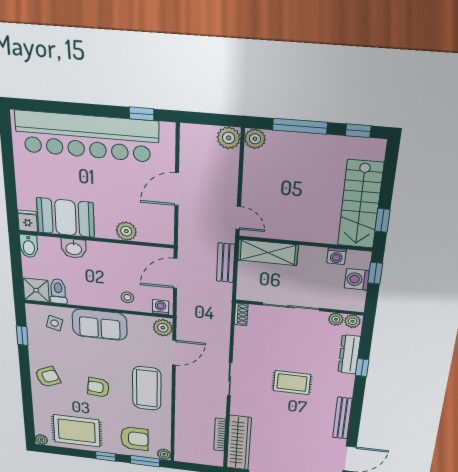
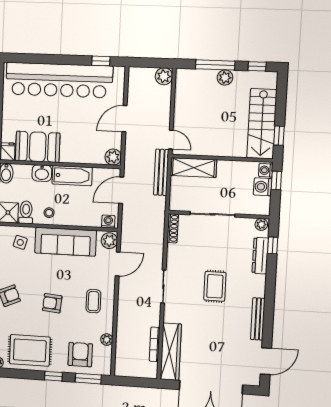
plant: (255, 139) -> (225, 78), moved
plant: (126, 231) -> (113, 157), moved
bathtub: (112, 253) -> (72, 176), added
washing machine: (336, 256) -> (266, 170), moved, turned 90
bench: (226, 263) -> (161, 172), width x1.36
stool: (127, 297) -> (49, 213), moved
shoe rack: (241, 314) -> (173, 228), width x1.43
plant: (336, 319) -> (248, 223), removed
sofa: (100, 325) -> (66, 242), width x1.36
window: (362, 368) -> (273, 245), moved
rug: (292, 383) -> (215, 286), turned 90
coffee table: (147, 388) -> (93, 301), width x0.54, depth x0.58
armchair: (135, 439) -> (80, 355), turned -90
plant: (164, 454) -> (107, 340), moved

